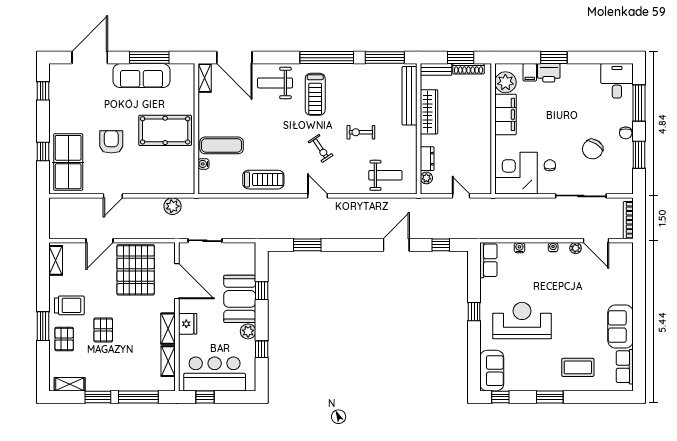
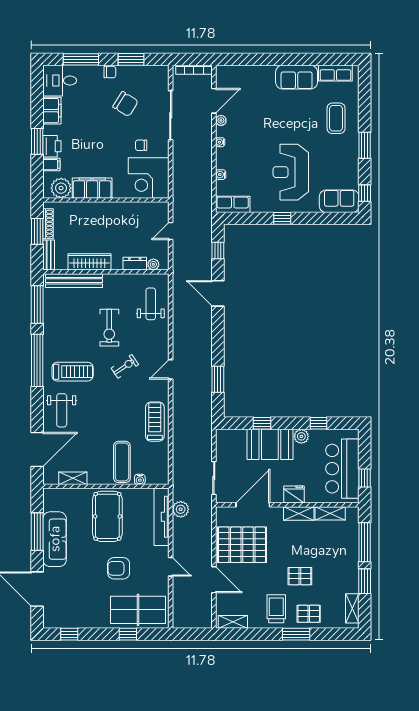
filing cabinet: (586, 73) -> (52, 111), added
shelving: (205, 78) -> (73, 478), moved
exercise bike: (361, 132) -> (109, 328), width x1.38, depth x1.39
tv unit: (165, 187) -> (162, 517), added

